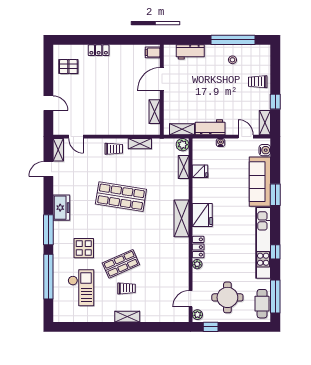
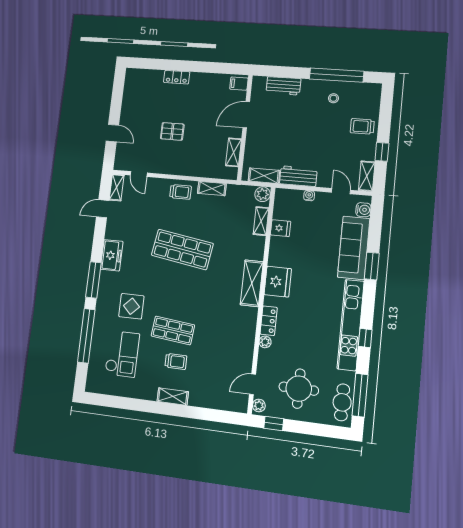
pallet: (68, 67) -> (172, 131), moved
shop shelf: (121, 264) -> (173, 330), turned 30

